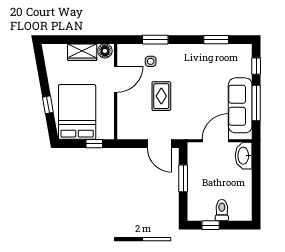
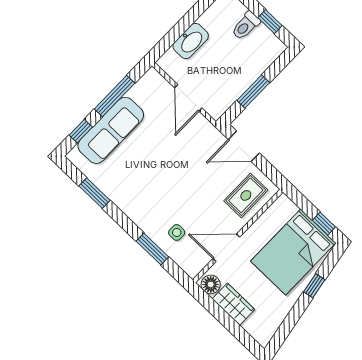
rug: (161, 96) -> (246, 195), moved
sofa: (240, 105) -> (111, 130), moved
door: (215, 141) -> (188, 98), hinge flipped
window: (94, 144) -> (324, 224), moved
door: (159, 144) -> (244, 146), swing flipped
washbasin: (244, 156) -> (191, 41), moved

